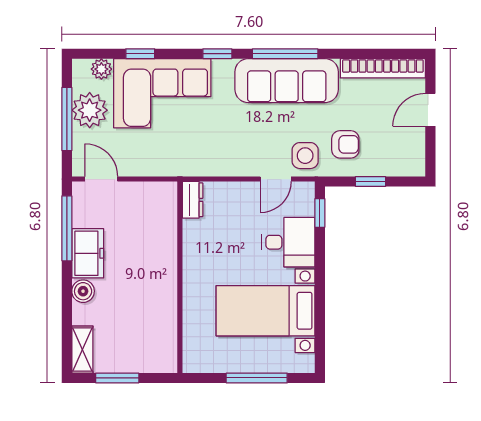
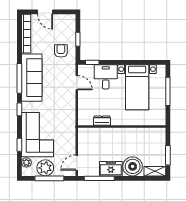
side table: (305, 156) -> (66, 69), removed
dresser: (193, 200) -> (102, 121), moved
boiler: (83, 291) -> (133, 166), width x1.86, depth x1.86

